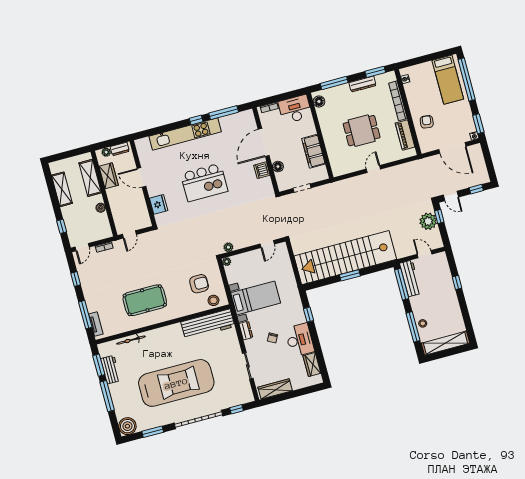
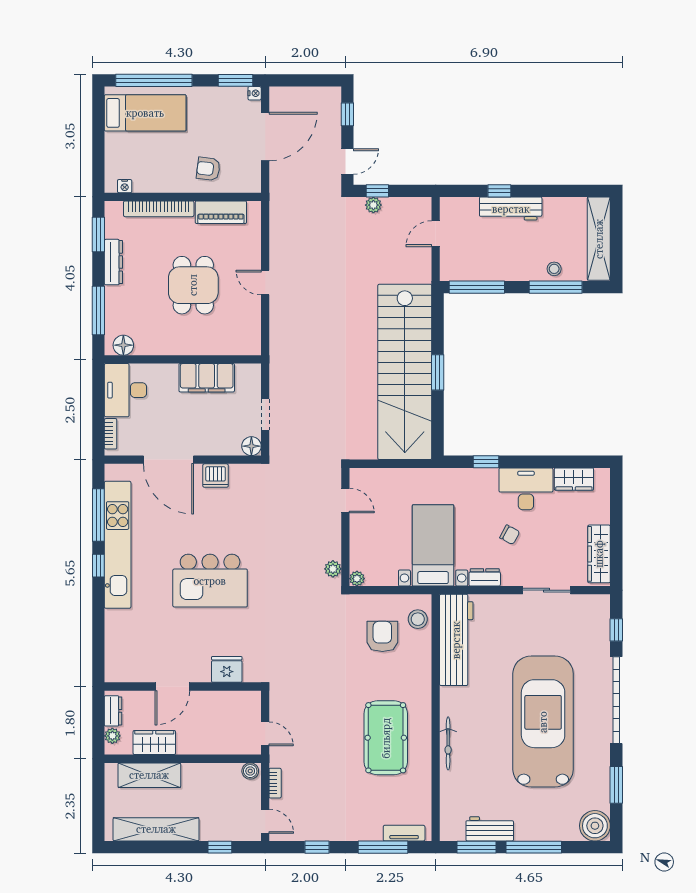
kitchen unit: (185, 134) -> (118, 545), moved
floor lamp: (278, 167) -> (251, 446), moved
kitchen island: (204, 182) -> (210, 581), turned 90
shelving: (62, 189) -> (156, 829), width x1.47
boiler: (101, 208) -> (250, 771), moved
plant: (428, 221) -> (373, 205), width x0.53, depth x0.53
workbench: (410, 278) -> (511, 209), moved, turned 180
bicycle: (131, 340) -> (448, 743), moved

